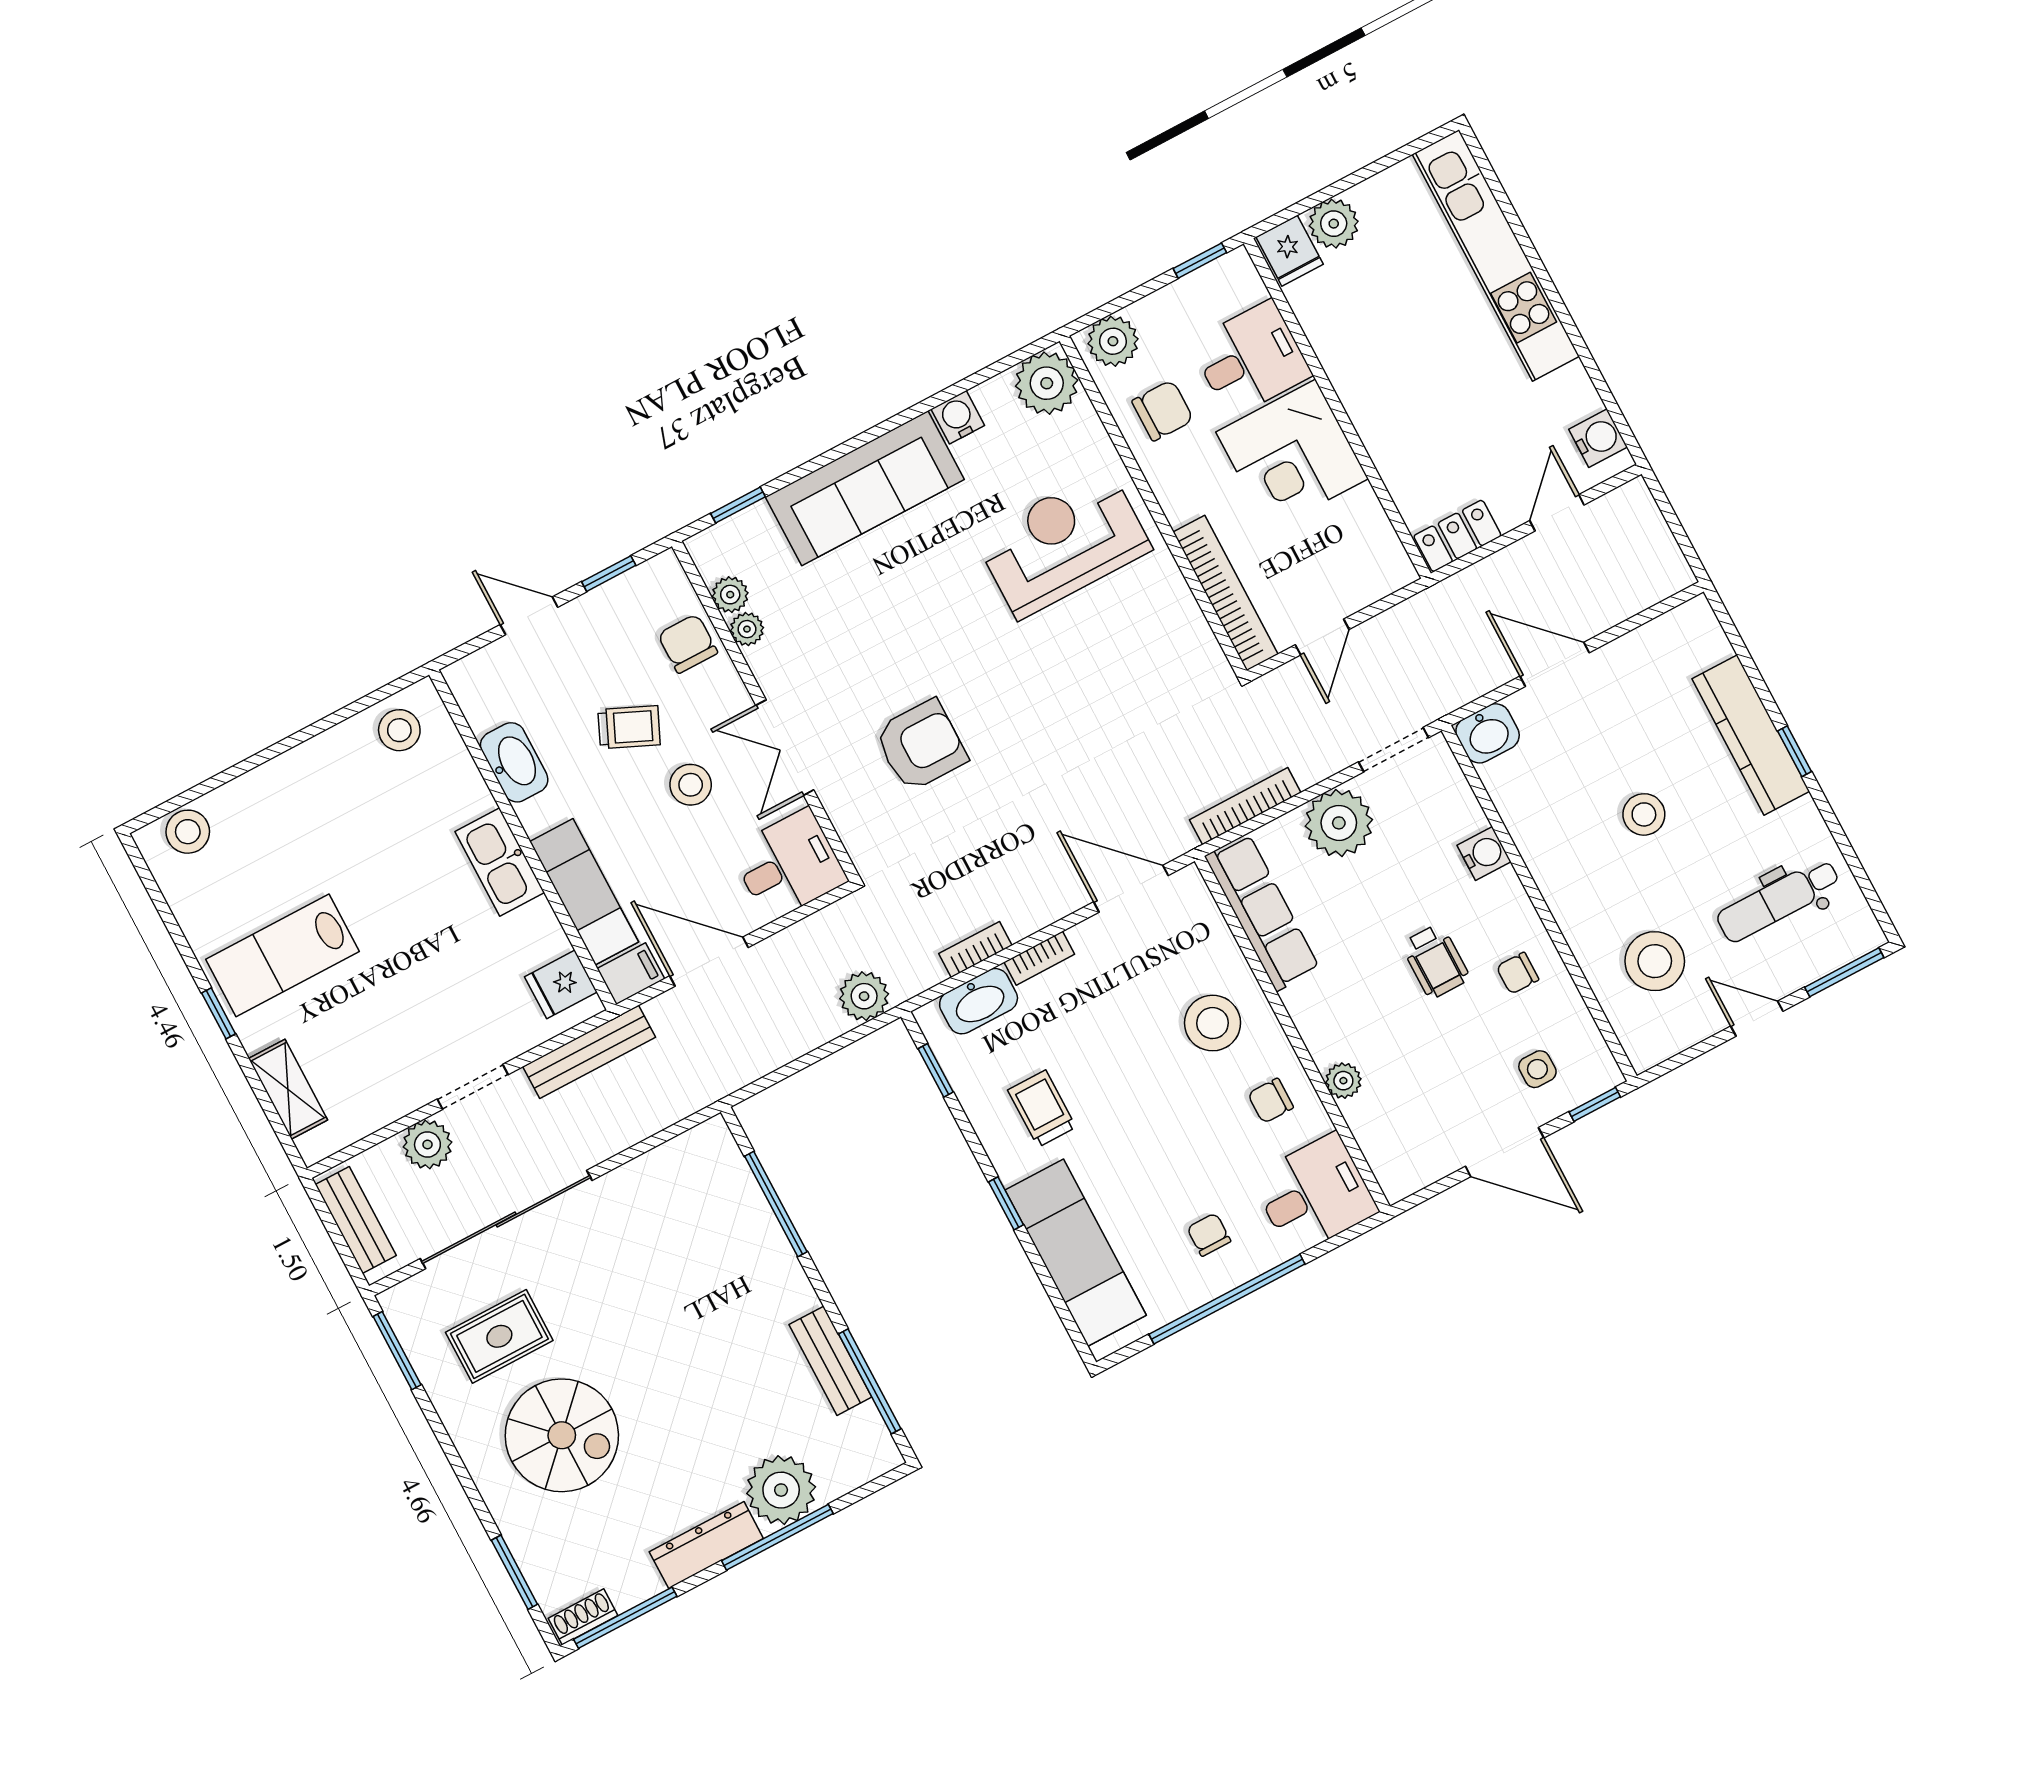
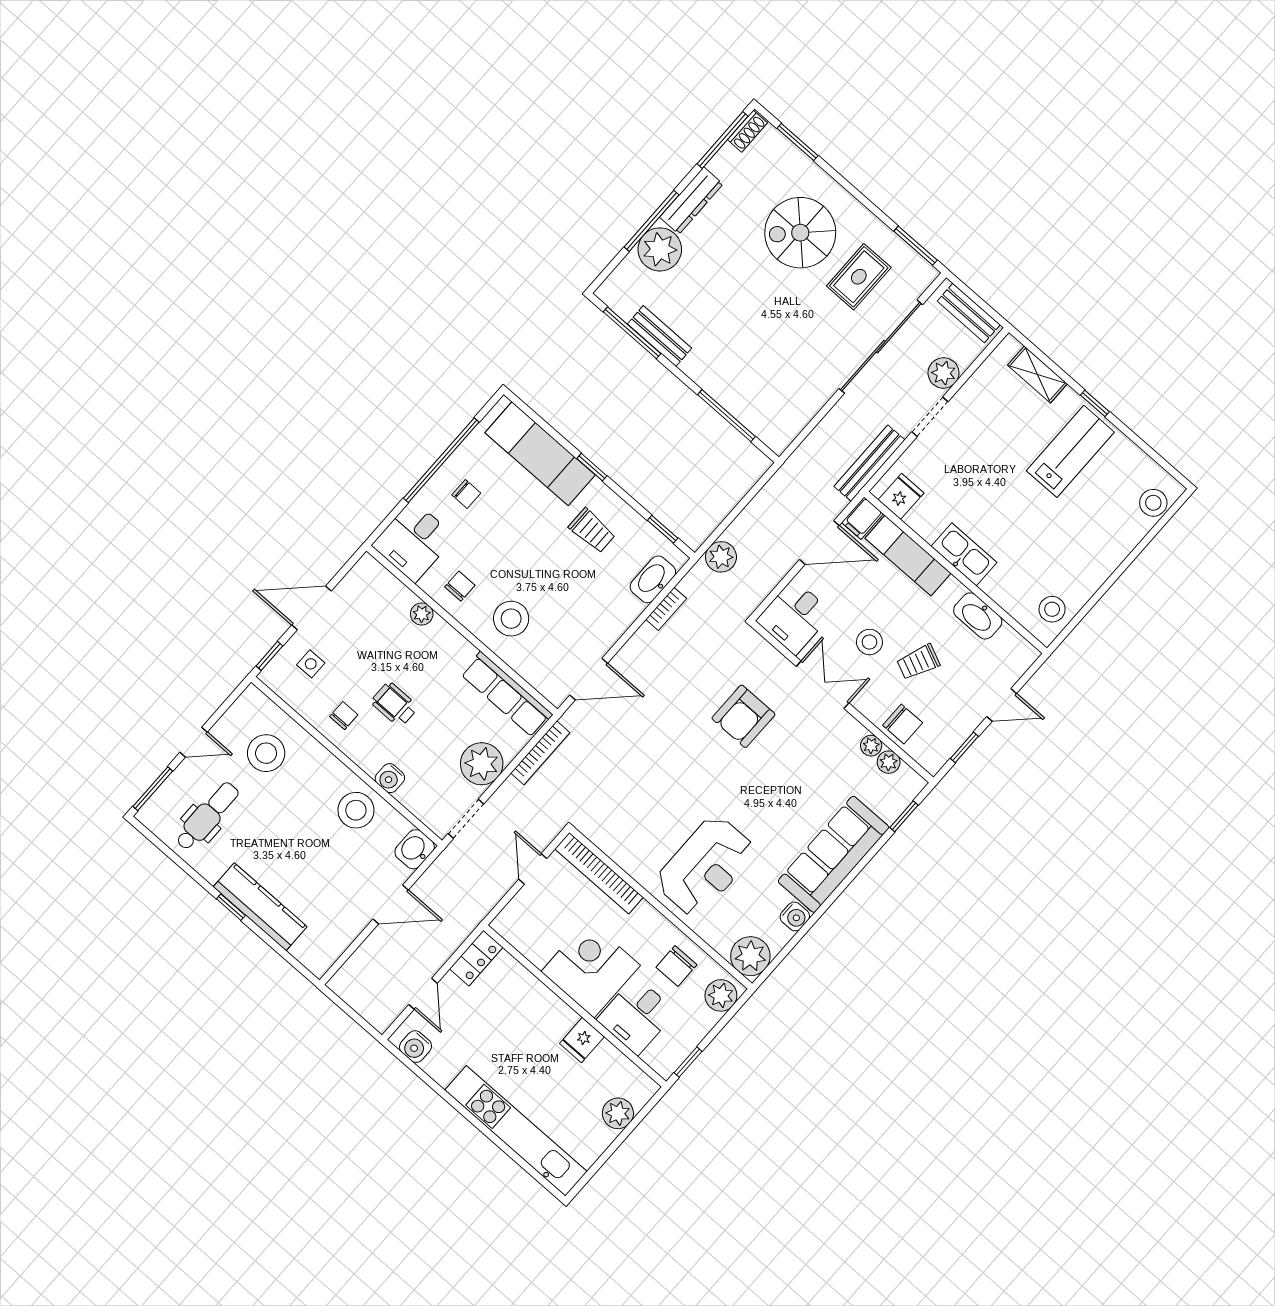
fridge: (1290, 251) -> (582, 1040), moved, turned -90
stool: (1644, 814) -> (356, 810), moved, width x1.38, depth x1.38
bookcase: (1039, 958) -> (627, 618), removed

